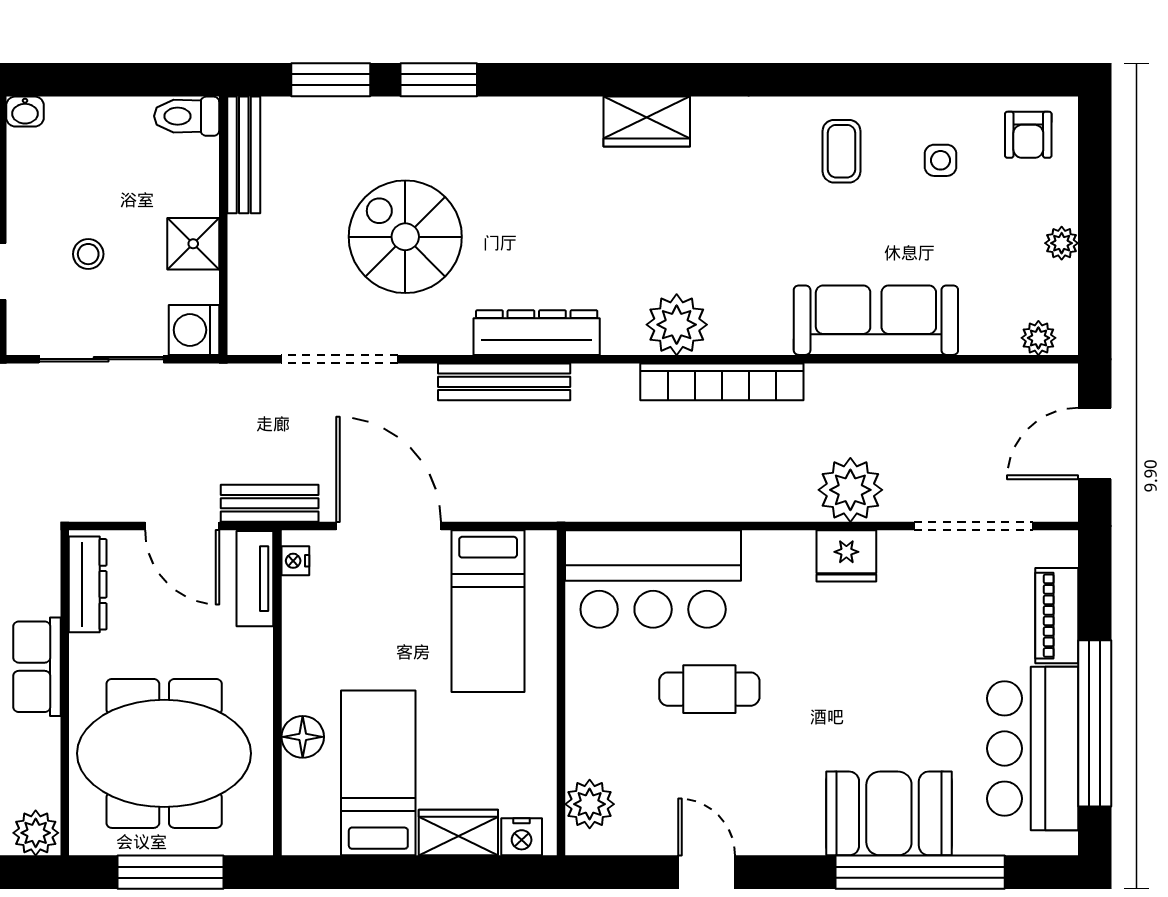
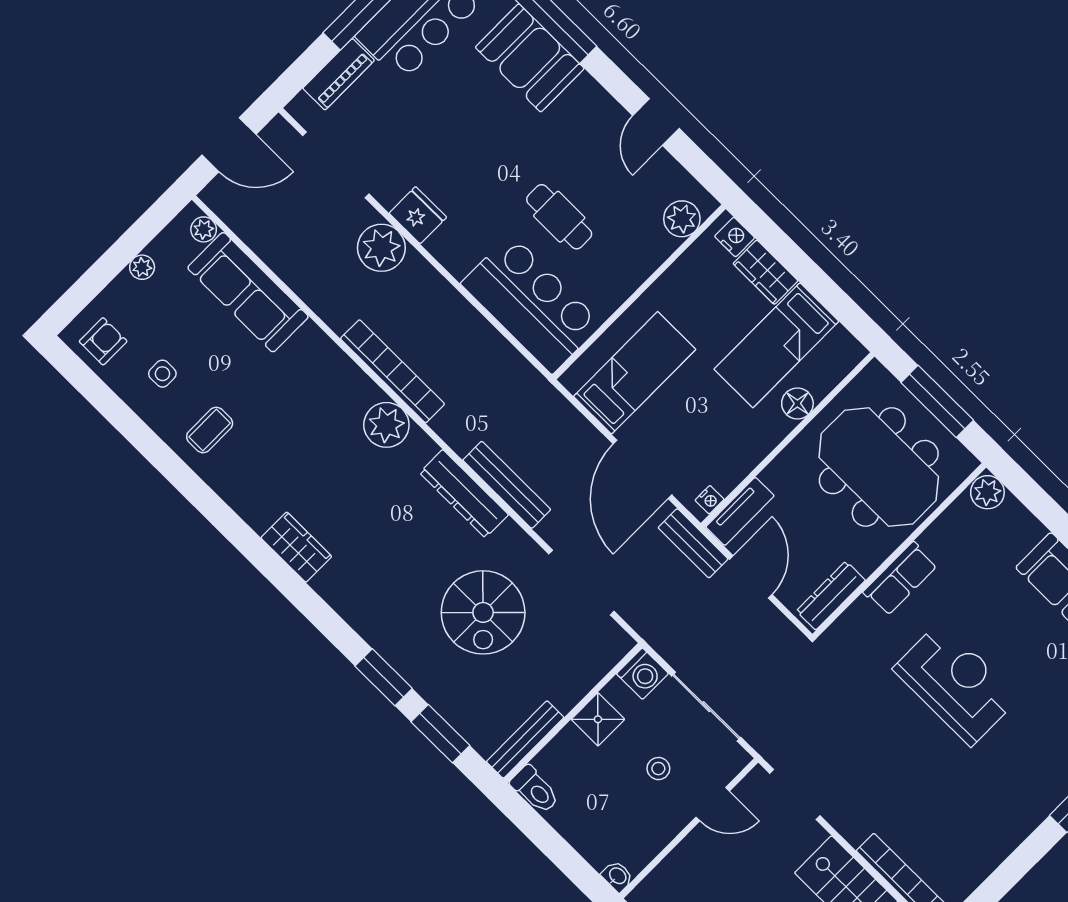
sofa: (876, 320) -> (248, 292), moved

